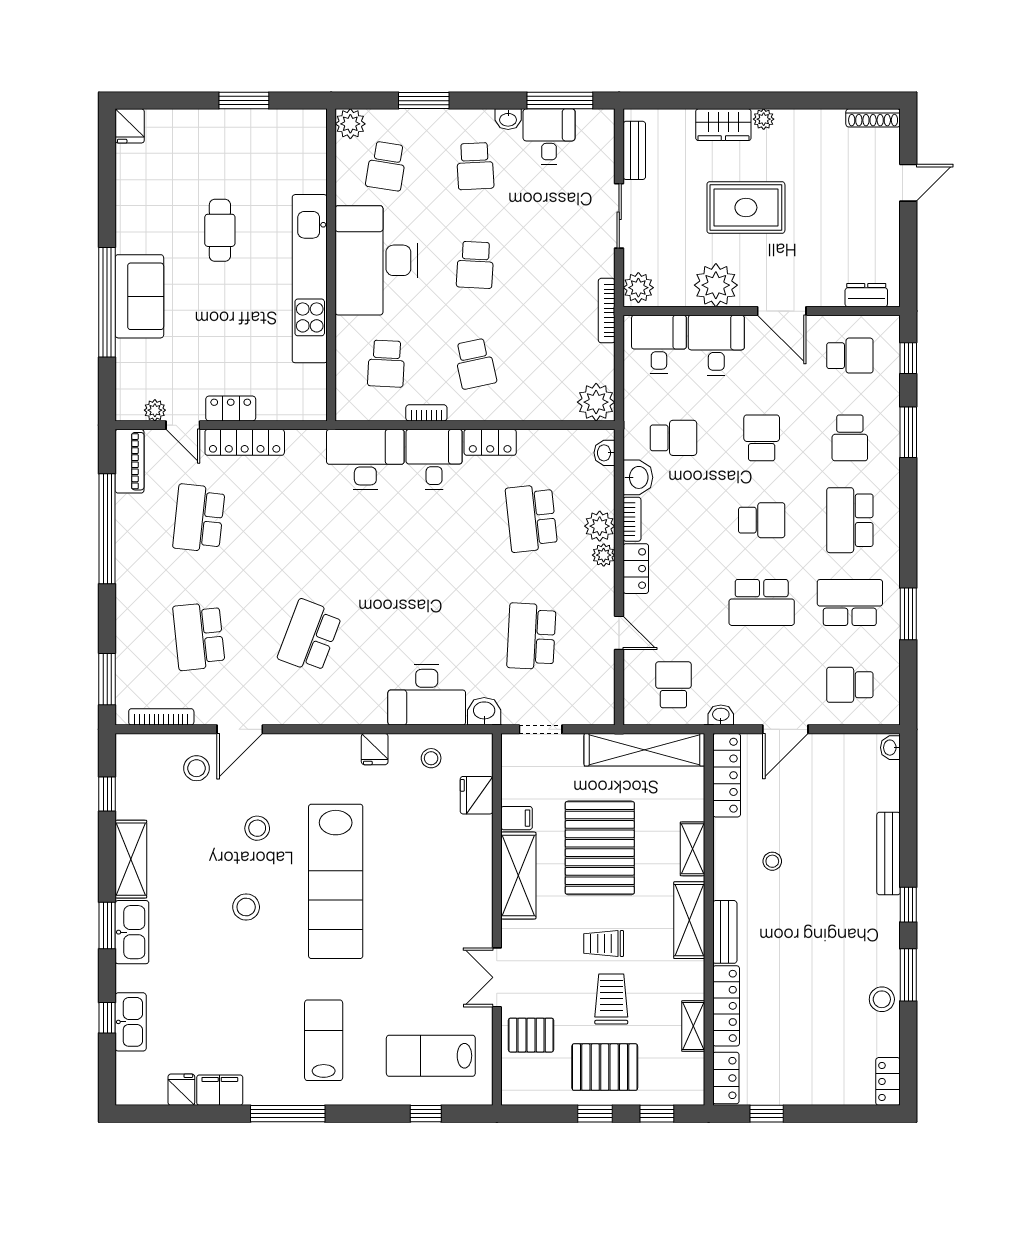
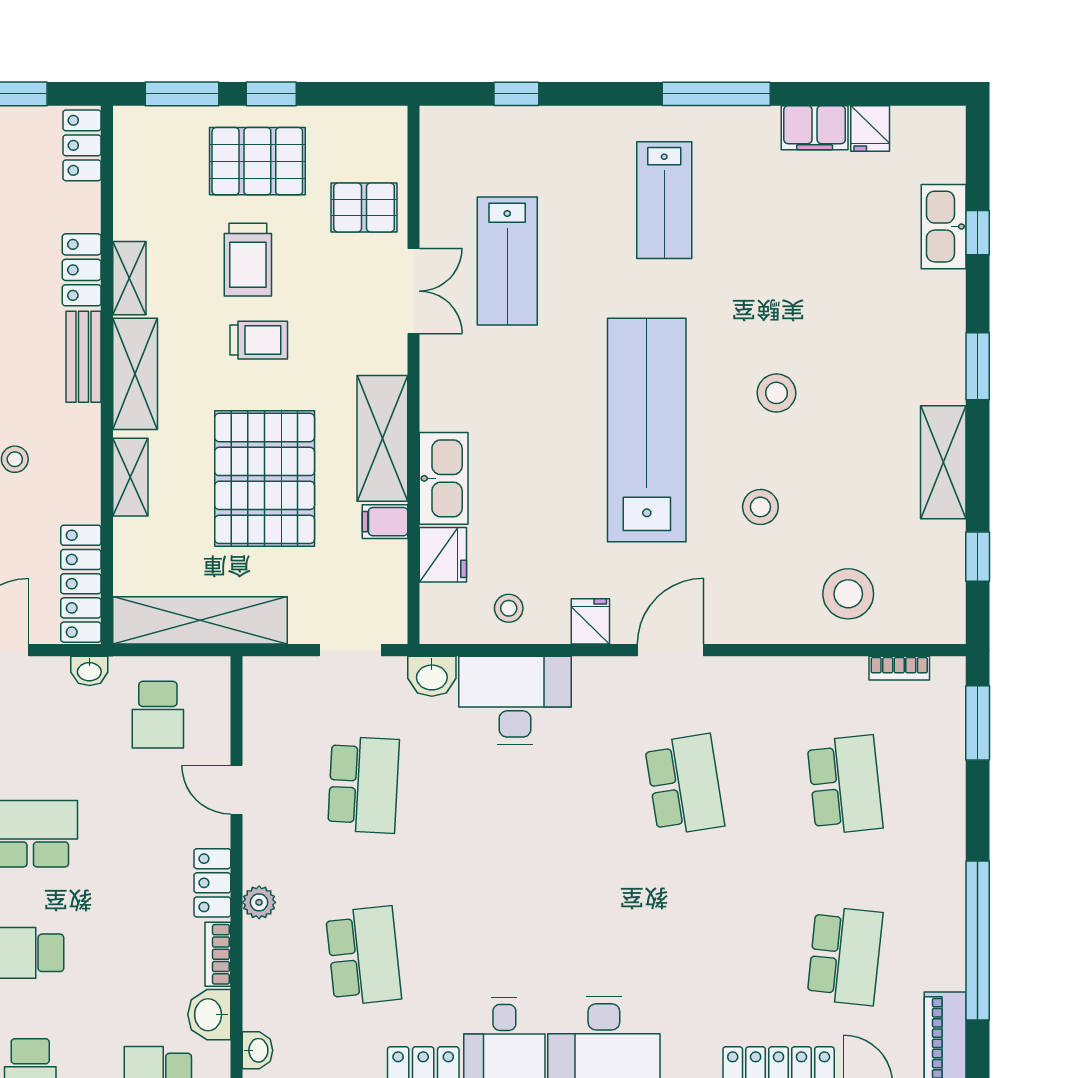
plant: (600, 526) -> (265, 944), removed
school desk: (310, 636) -> (684, 785), turned -30
bookcase: (161, 717) -> (899, 668), width x0.64
door: (240, 729) -> (671, 650), moved
stool: (197, 768) -> (848, 594), width x1.38, depth x1.38
kitchen sink: (132, 932) -> (444, 478), moved, turned 180
locker: (726, 1006) -> (82, 270), width x0.66
shelving: (693, 1026) -> (129, 278), moved
lab bench: (431, 1056) -> (507, 261), moved, turned 90
window: (657, 1114) -> (182, 94), width x1.50

